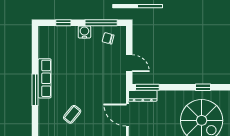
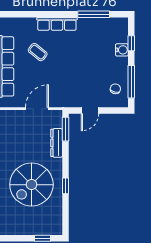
water cooler: (84, 32) -> (122, 50), moved
row of seats: (45, 78) -> (57, 24), moved
window: (35, 90) -> (94, 14), moved
dresser: (143, 96) -> (57, 143), moved

